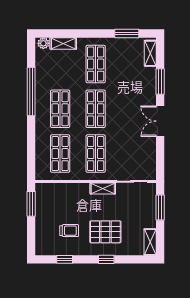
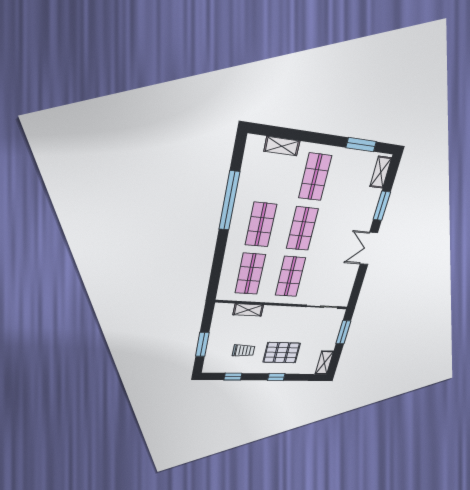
plant: (43, 43) -> (257, 142), removed
shelving: (103, 188) -> (248, 310), moved
window: (31, 204) -> (202, 344), moved

